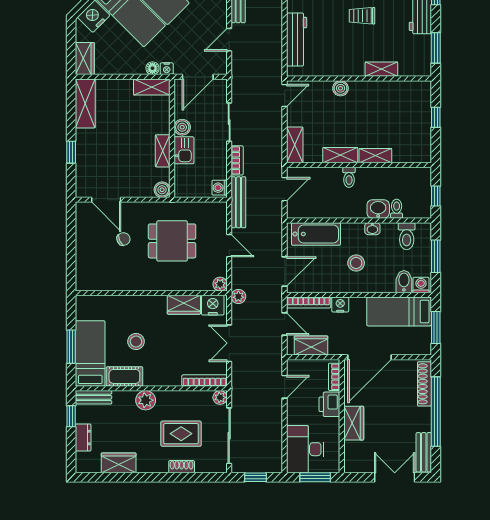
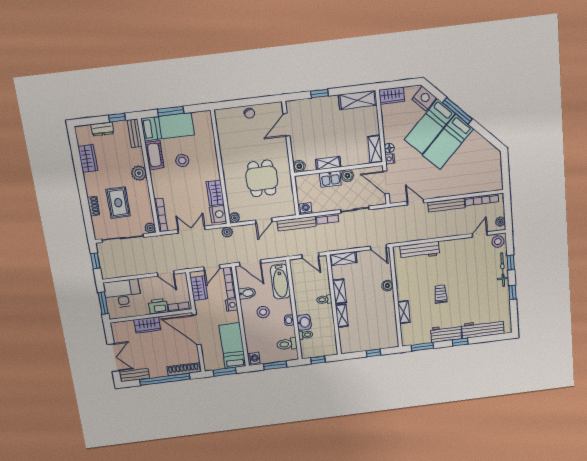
chair: (123, 239) -> (249, 113), moved
bidet: (404, 282) -> (247, 293), moved

